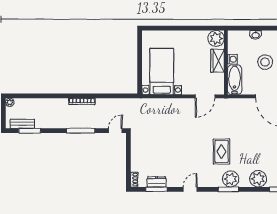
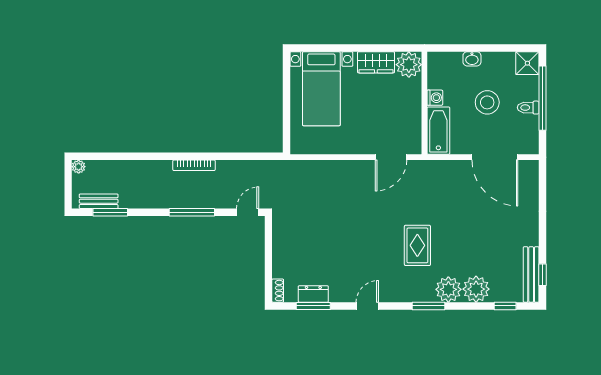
wardrobe: (217, 61) -> (376, 62), moved, turned -90
bed with nightstands: (162, 71) -> (321, 89), moved, turned 180
plant: (231, 179) -> (448, 289), moved

